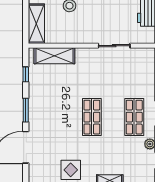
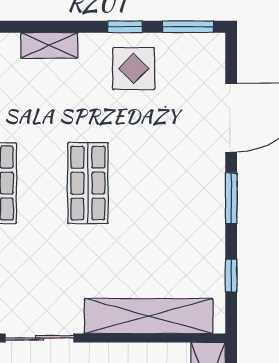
shelving: (54, 56) -> (149, 316), width x1.47

